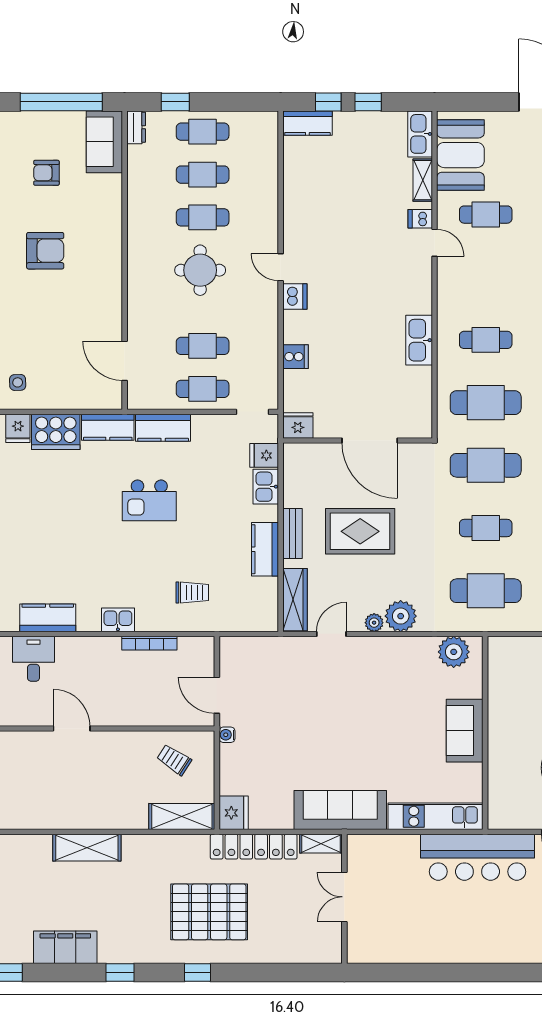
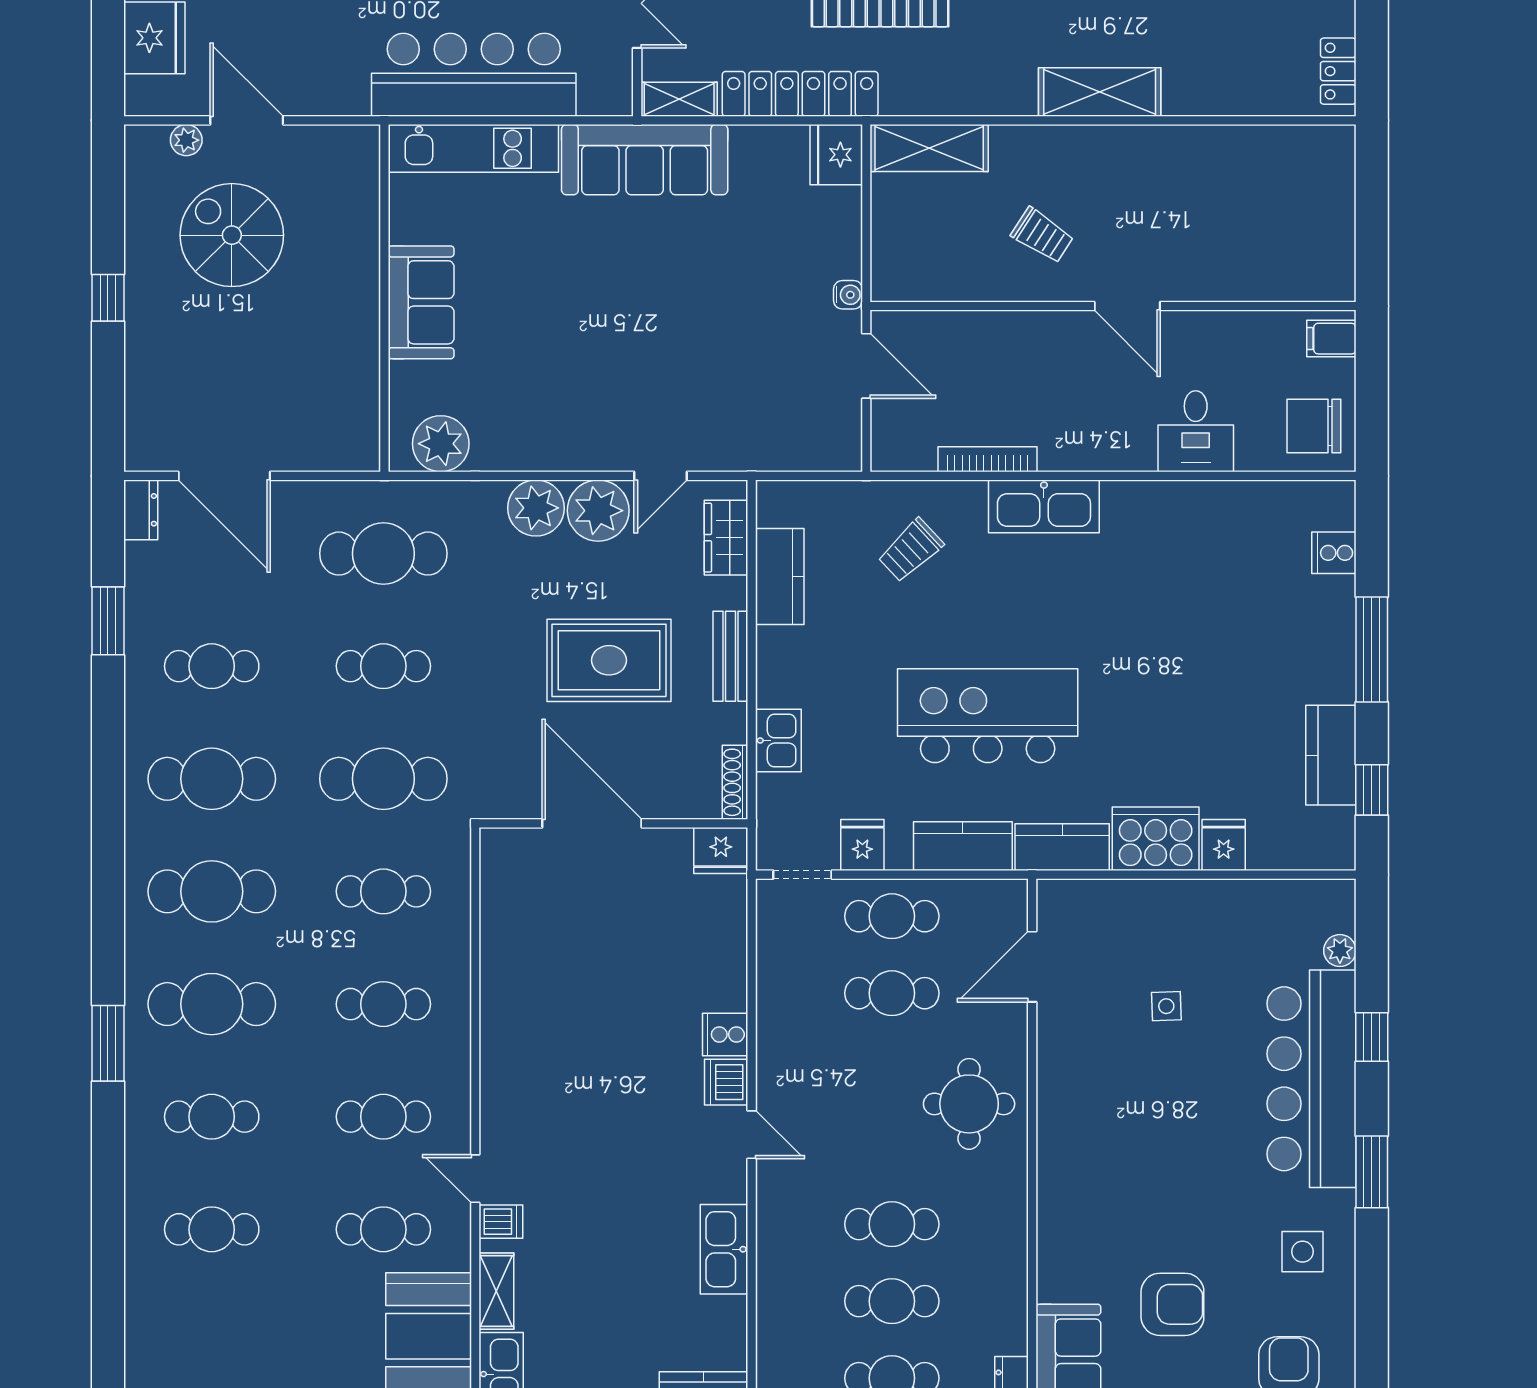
armchair: (46, 173) -> (1172, 1304), width x1.38, depth x1.38
armchair: (45, 251) -> (1175, 1164), removed
round table: (200, 270) -> (969, 1104), moved
cafe table: (486, 277) -> (383, 1117), added
kitchen sink: (419, 340) -> (724, 1249), moved, turned 180
cooker: (295, 357) -> (725, 1034), moved
door: (125, 361) -> (1032, 967), swing flipped
side table: (18, 382) -> (1166, 1006), moved
cafe table: (486, 403) -> (383, 891), width x0.73, depth x0.74
fridge: (264, 455) -> (862, 845), moved, turned -90
shoe rack: (290, 463) -> (735, 782), added
kitchen island: (149, 500) -> (988, 716), width x1.87, depth x1.28
kitchen counter: (265, 549) -> (780, 576), moved
trolley: (192, 593) -> (911, 550), turned -43
wardrobe: (295, 600) -> (726, 538), width x0.67
kitchen counter: (48, 618) -> (1170, 505), removed
kitchen sink: (118, 620) -> (1044, 506), width x1.87, depth x1.24
plant: (374, 623) -> (598, 511), width x1.87, depth x1.87
trolley: (174, 760) -> (1042, 235), moved
bar counter: (478, 857) -> (474, 75), moved

